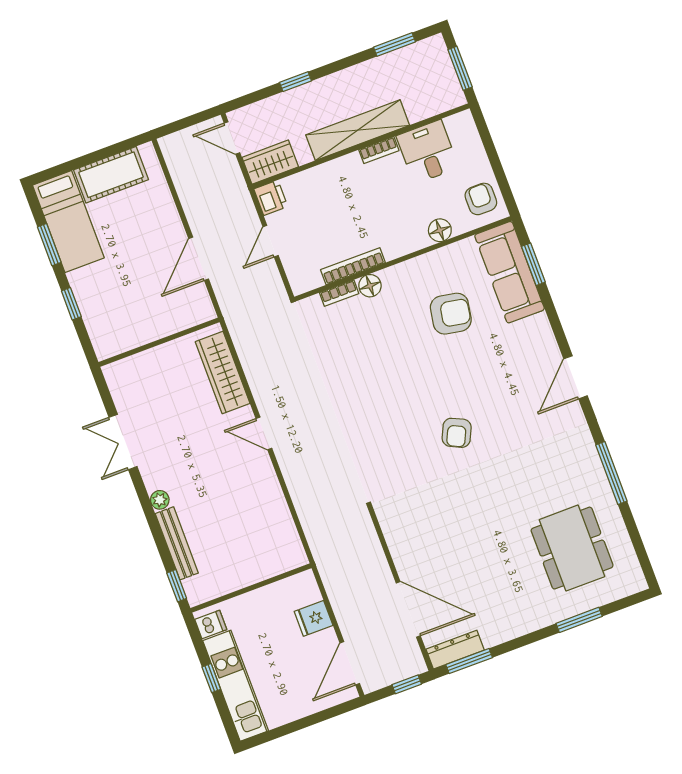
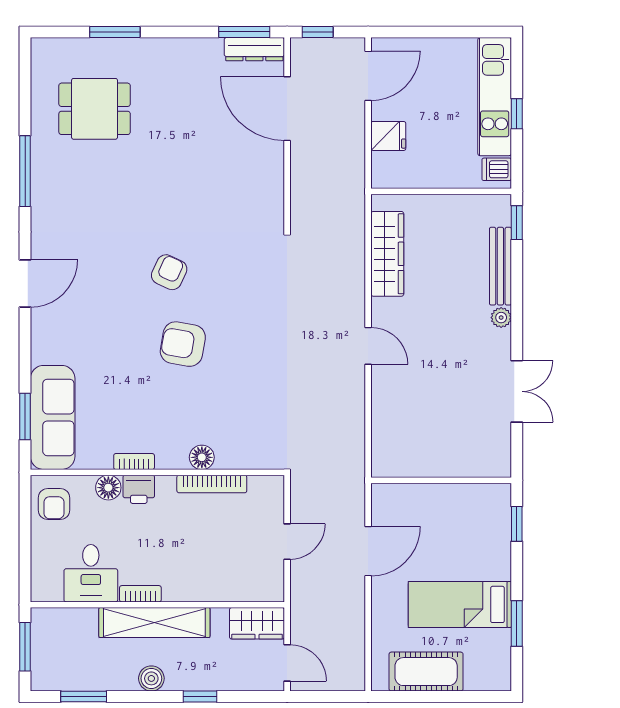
boiler: (343, 82) -> (151, 678), added
printer: (271, 198) -> (139, 489), moved, turned -90
bed: (68, 222) -> (460, 604), moved, turned -90
bookcase: (339, 293) -> (134, 462), moved
window: (71, 304) -> (517, 524), moved
armchair: (451, 314) -> (183, 344), moved
wardrobe: (223, 373) -> (387, 254), moved
dining table: (572, 548) -> (95, 109), width x0.73

